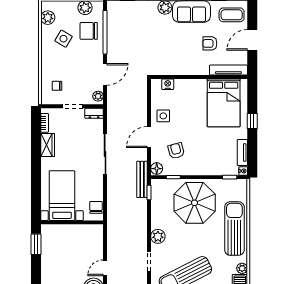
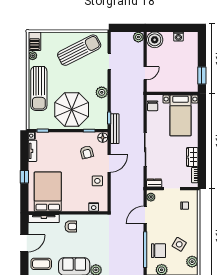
armchair: (210, 43) -> (71, 227), moved
plant: (158, 236) -> (102, 92), moved
door: (105, 268) -> (145, 73), moved

